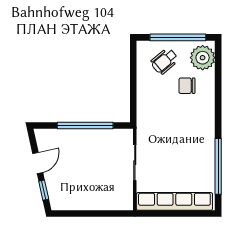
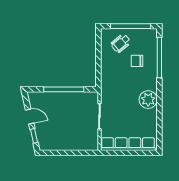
plant: (203, 58) -> (148, 100), moved
door: (38, 163) -> (30, 116), hinge flipped
window: (218, 166) -> (159, 57), moved

